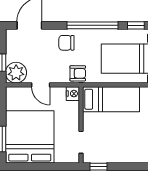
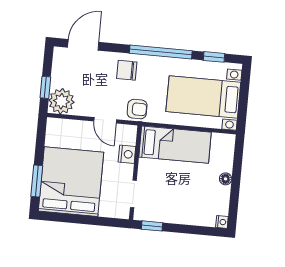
door: (41, 85) -> (105, 120), moved
nightstand: (73, 94) -> (127, 154), moved

